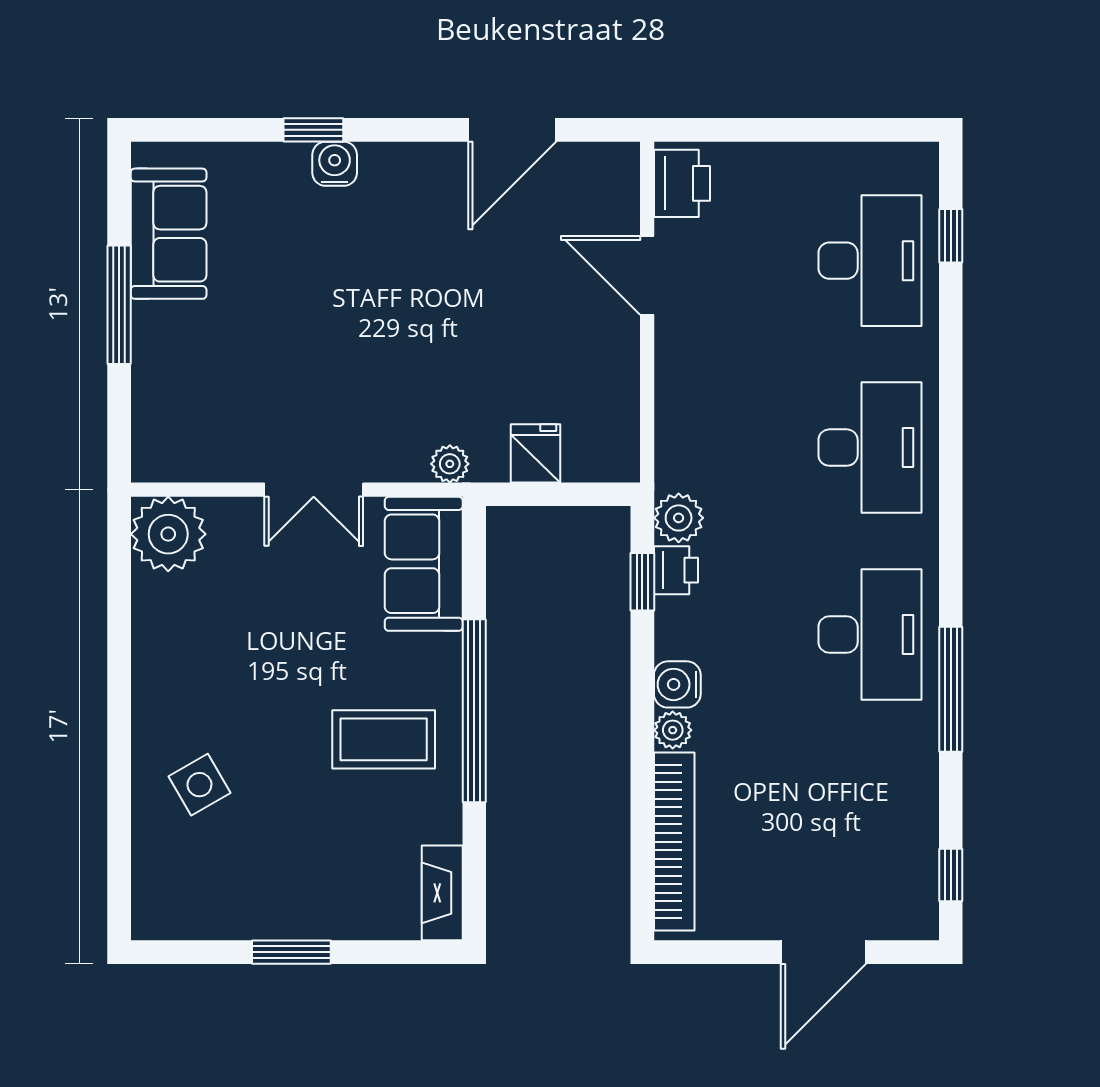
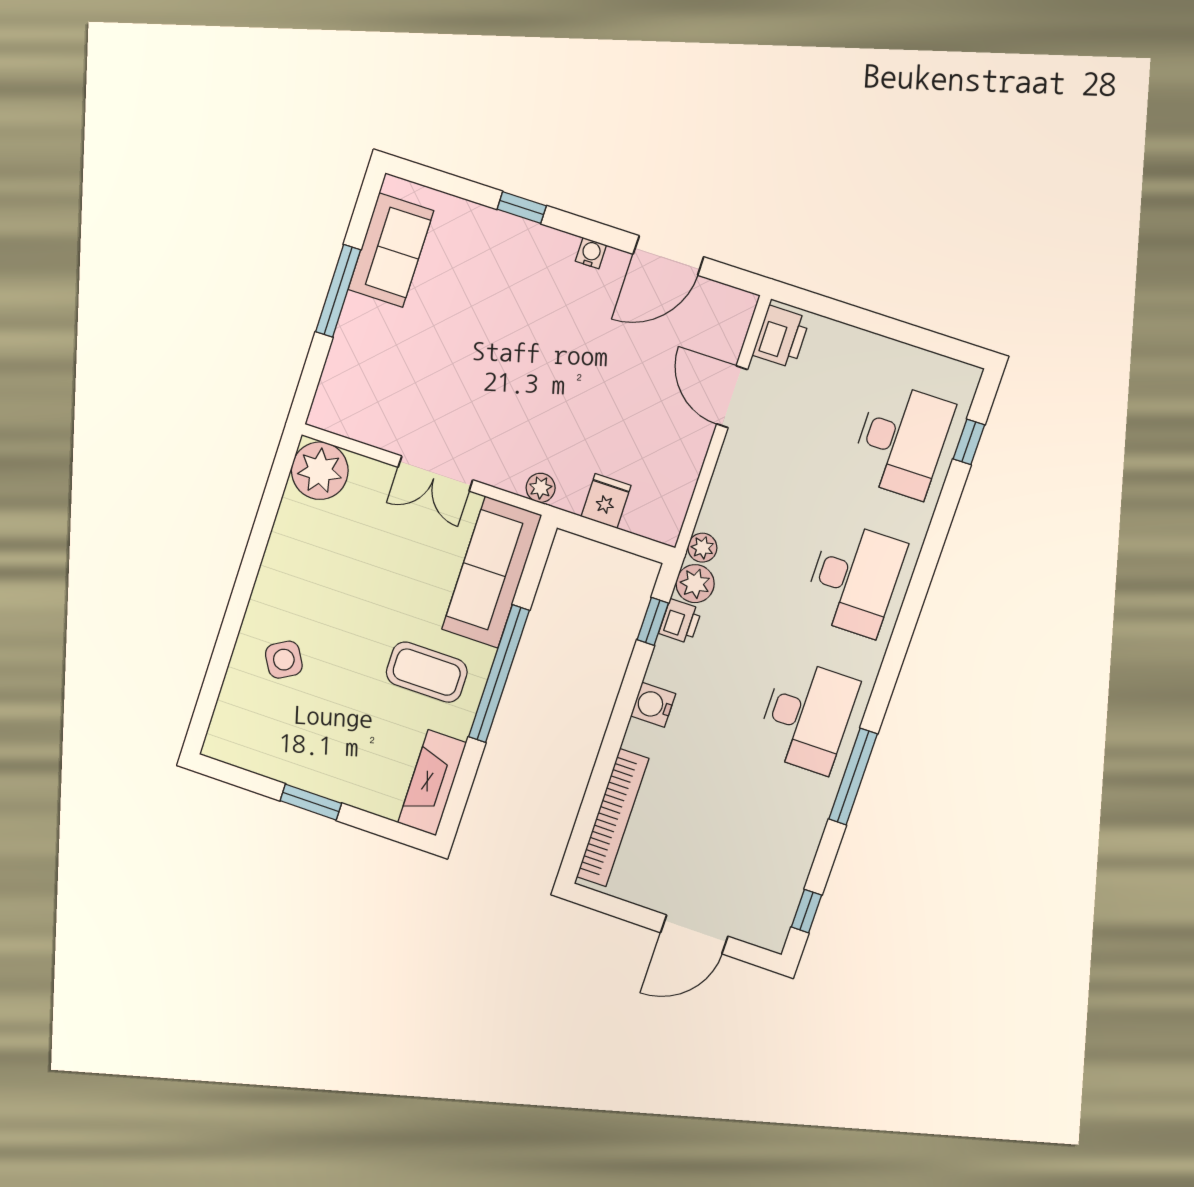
water cooler: (335, 164) -> (591, 253), moved, width x0.72, depth x0.72
sofa: (424, 564) -> (492, 572), width x1.36
plant: (673, 730) -> (702, 548), moved
fireplace: (442, 893) -> (432, 783), width x1.37, depth x1.32

